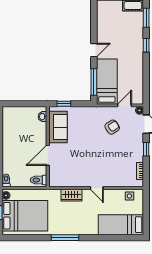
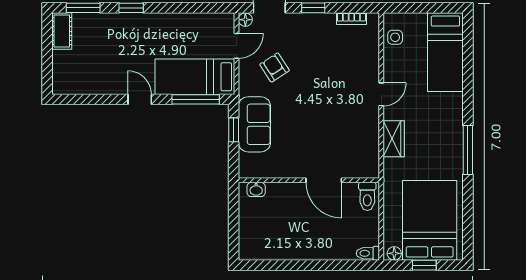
window: (64, 104) -> (234, 130), moved
door: (125, 105) -> (237, 46), swing flipped
sofa: (58, 127) -> (254, 124), moved, turned 90

